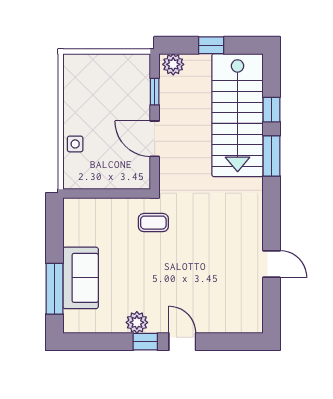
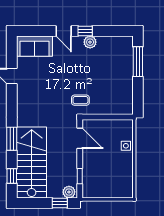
window: (211, 45) -> (60, 203), moved
window: (271, 110) -> (12, 176), moved
door: (155, 139) -> (80, 138), moved
sofa: (81, 278) -> (35, 46), moved, turned -90

